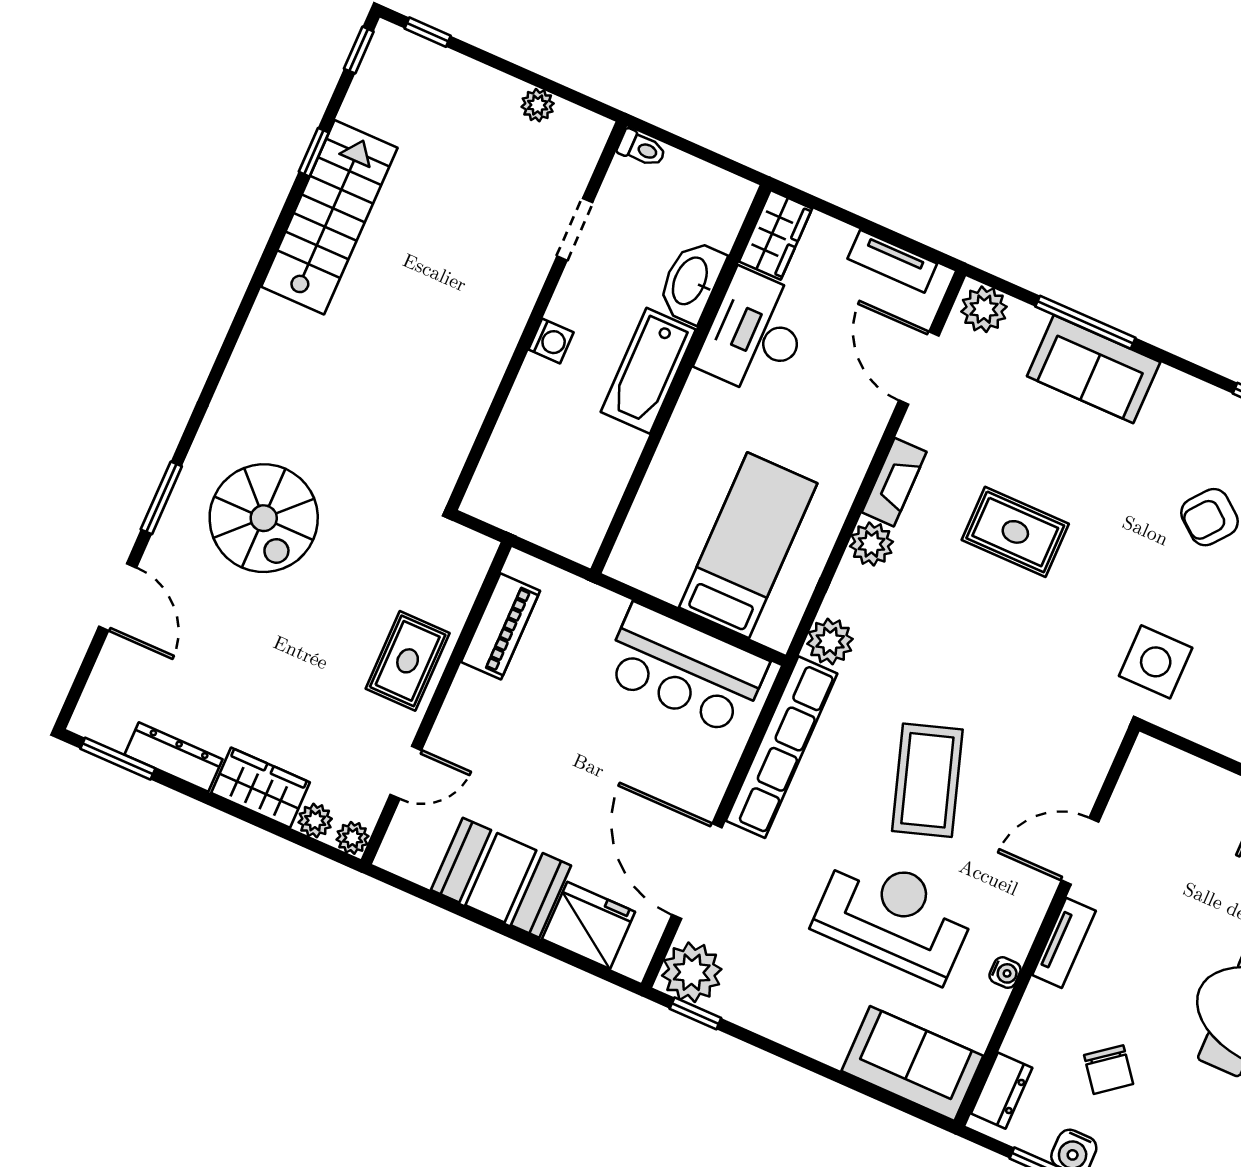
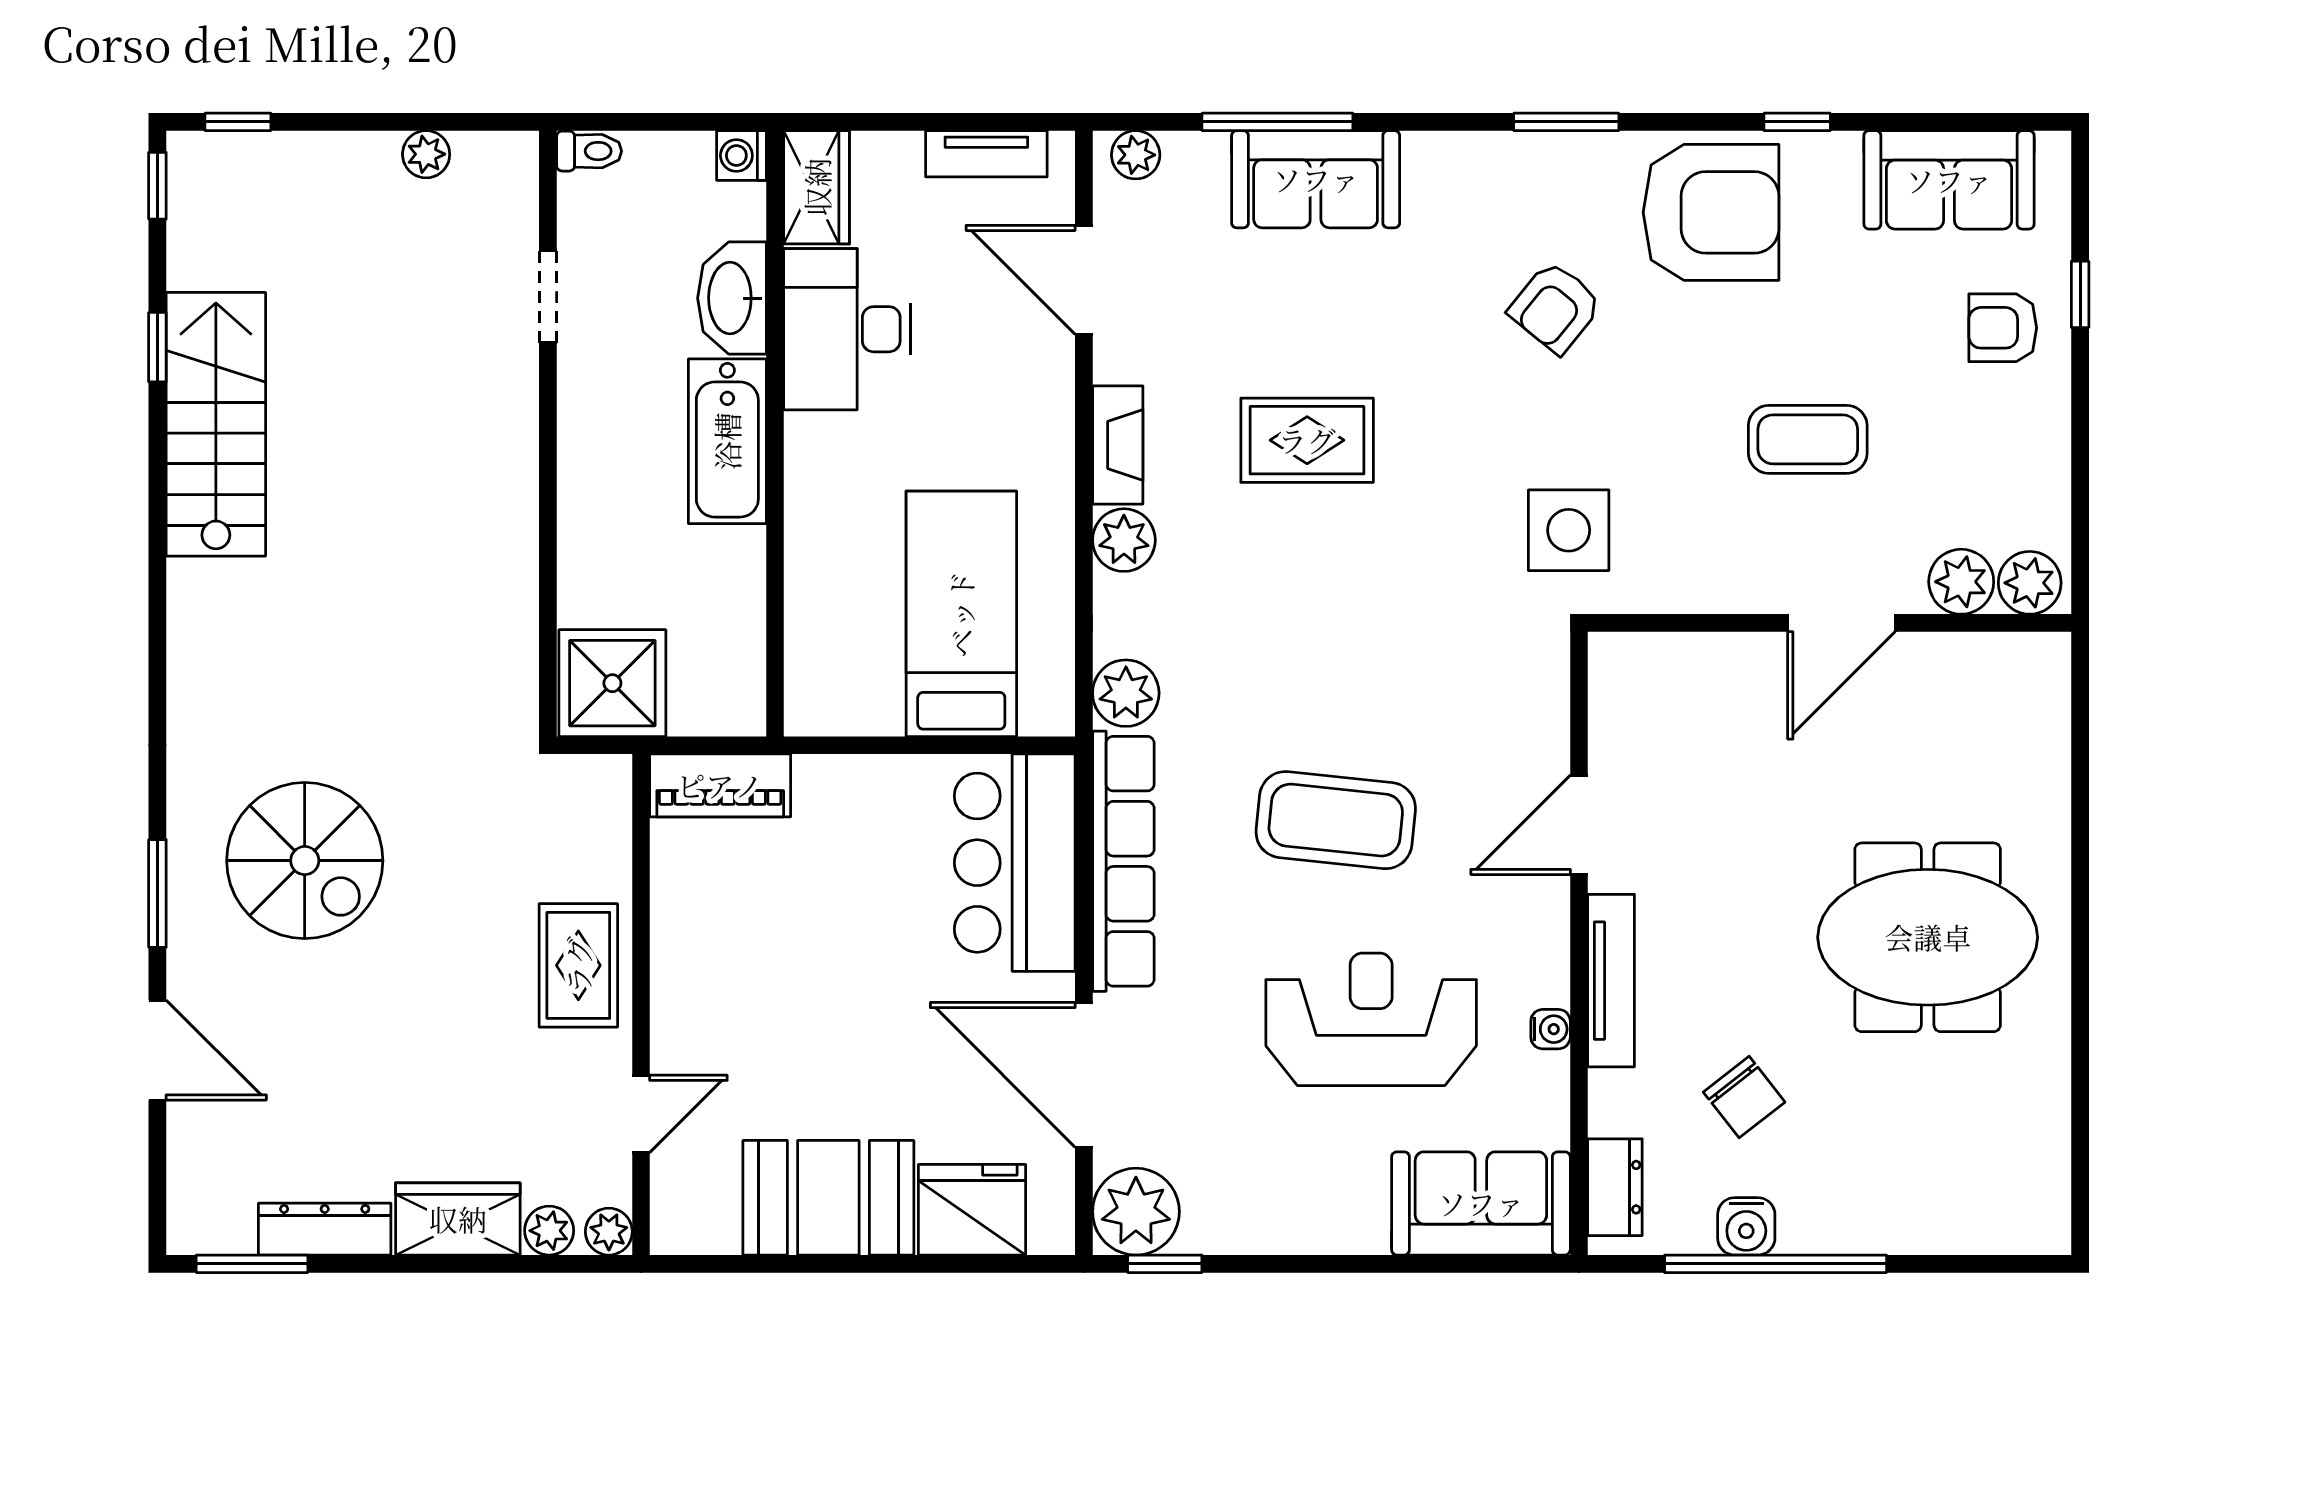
plant: (984, 309) -> (1136, 155), width x0.73, depth x0.73
washing machine: (551, 341) -> (741, 155), moved, turned 180
shower: (508, 492) -> (612, 683), added
piano: (501, 626) -> (720, 785), moved, turned 90
bar counter: (685, 669) -> (1015, 863), moved, turned 90
coffee table: (927, 780) -> (1336, 820), turned -66
tv unit: (1064, 943) -> (1611, 981), width x1.41

